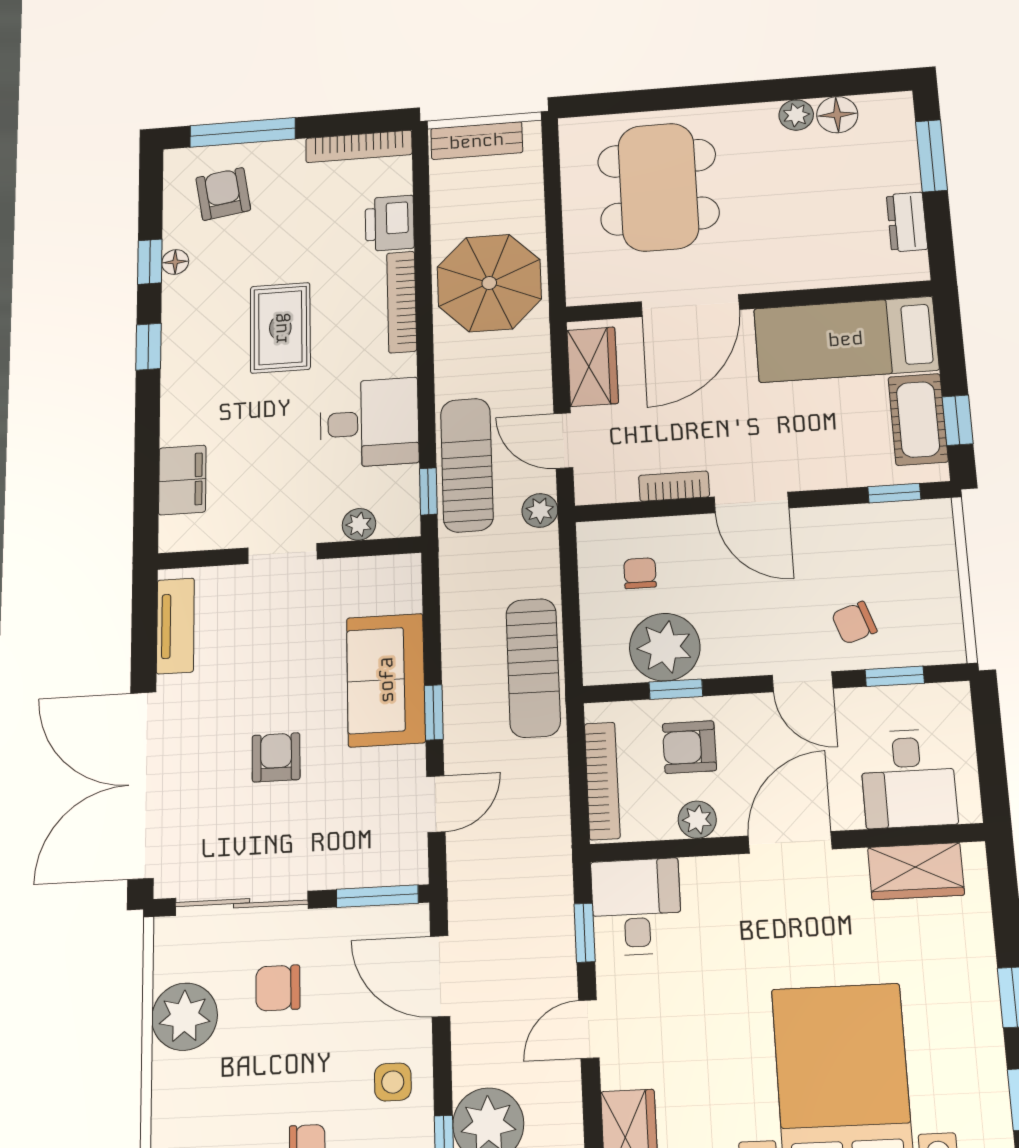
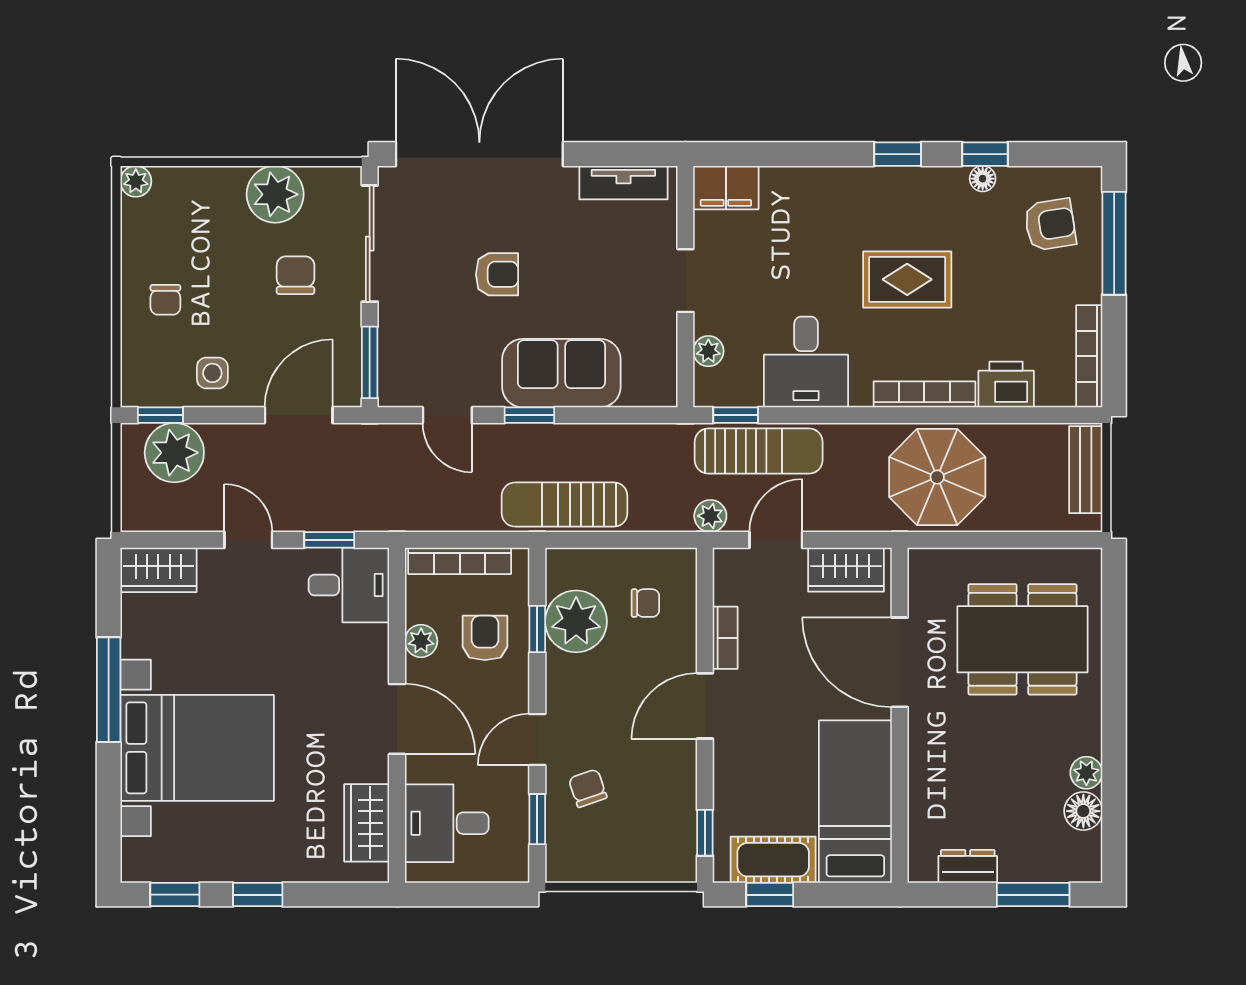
filing cabinet: (182, 480) -> (726, 188), moved

